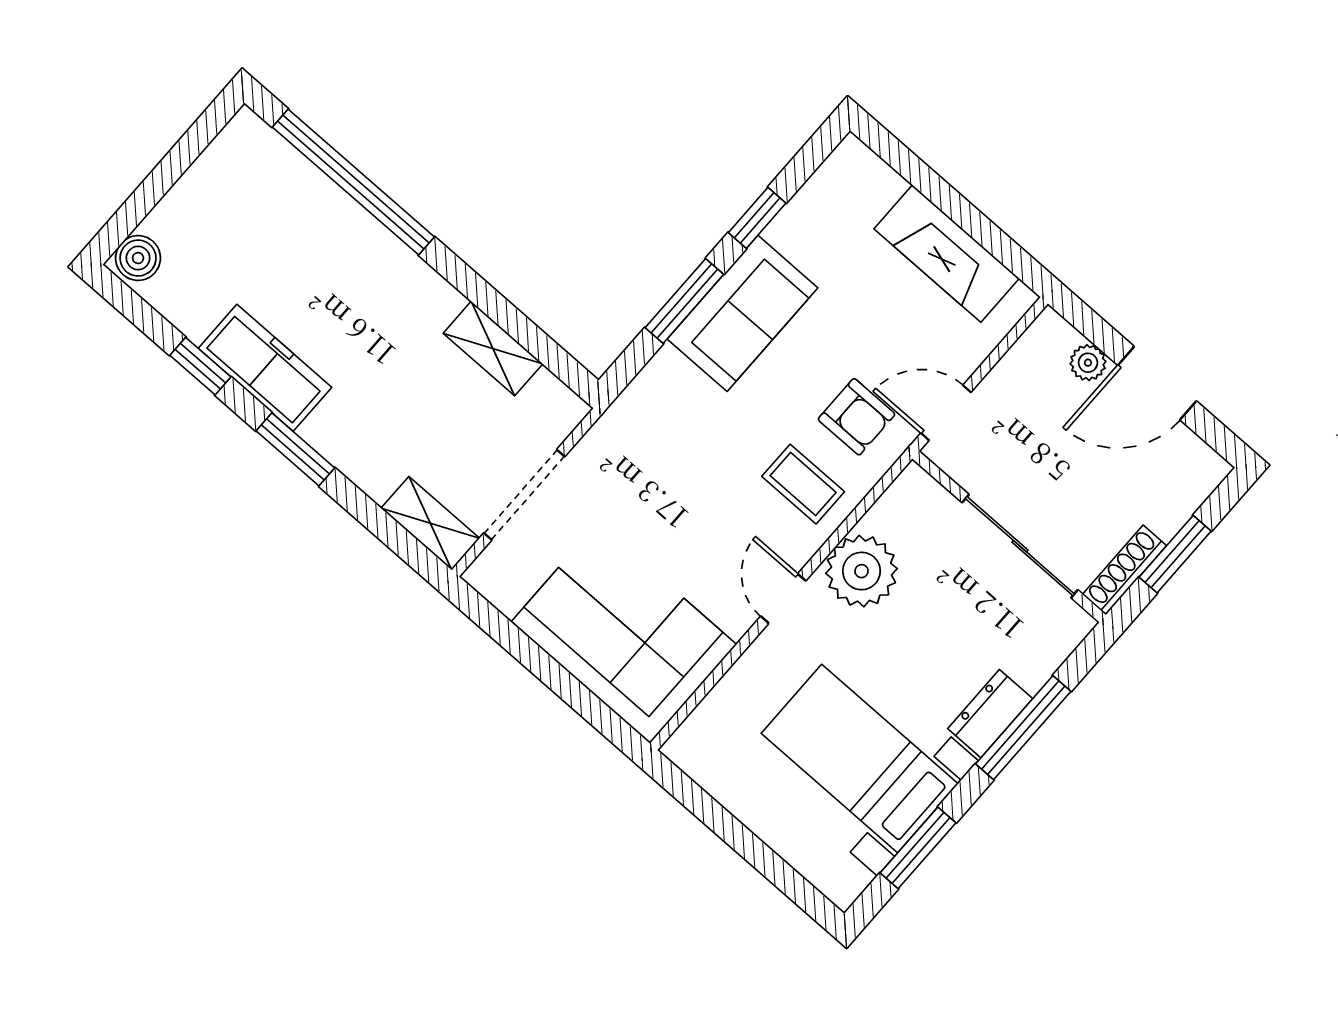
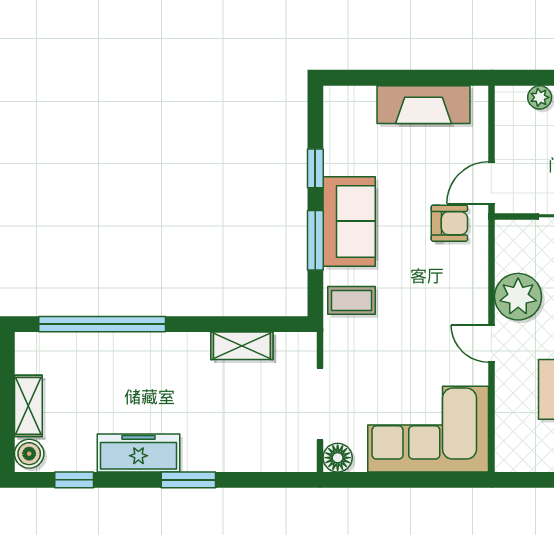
window: (200, 366) -> (74, 480), moved
coffee table: (803, 484) -> (352, 300), moved
shelving: (430, 523) -> (28, 406), moved, turned 90
floor lamp: (490, 575) -> (338, 458), added

